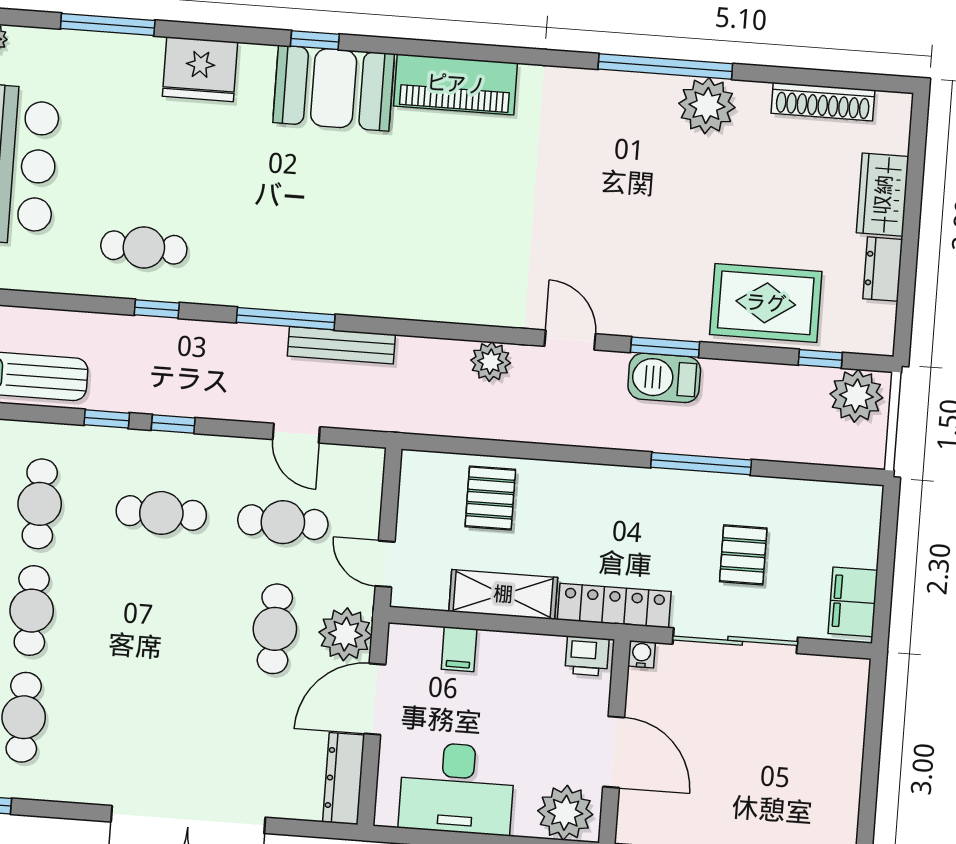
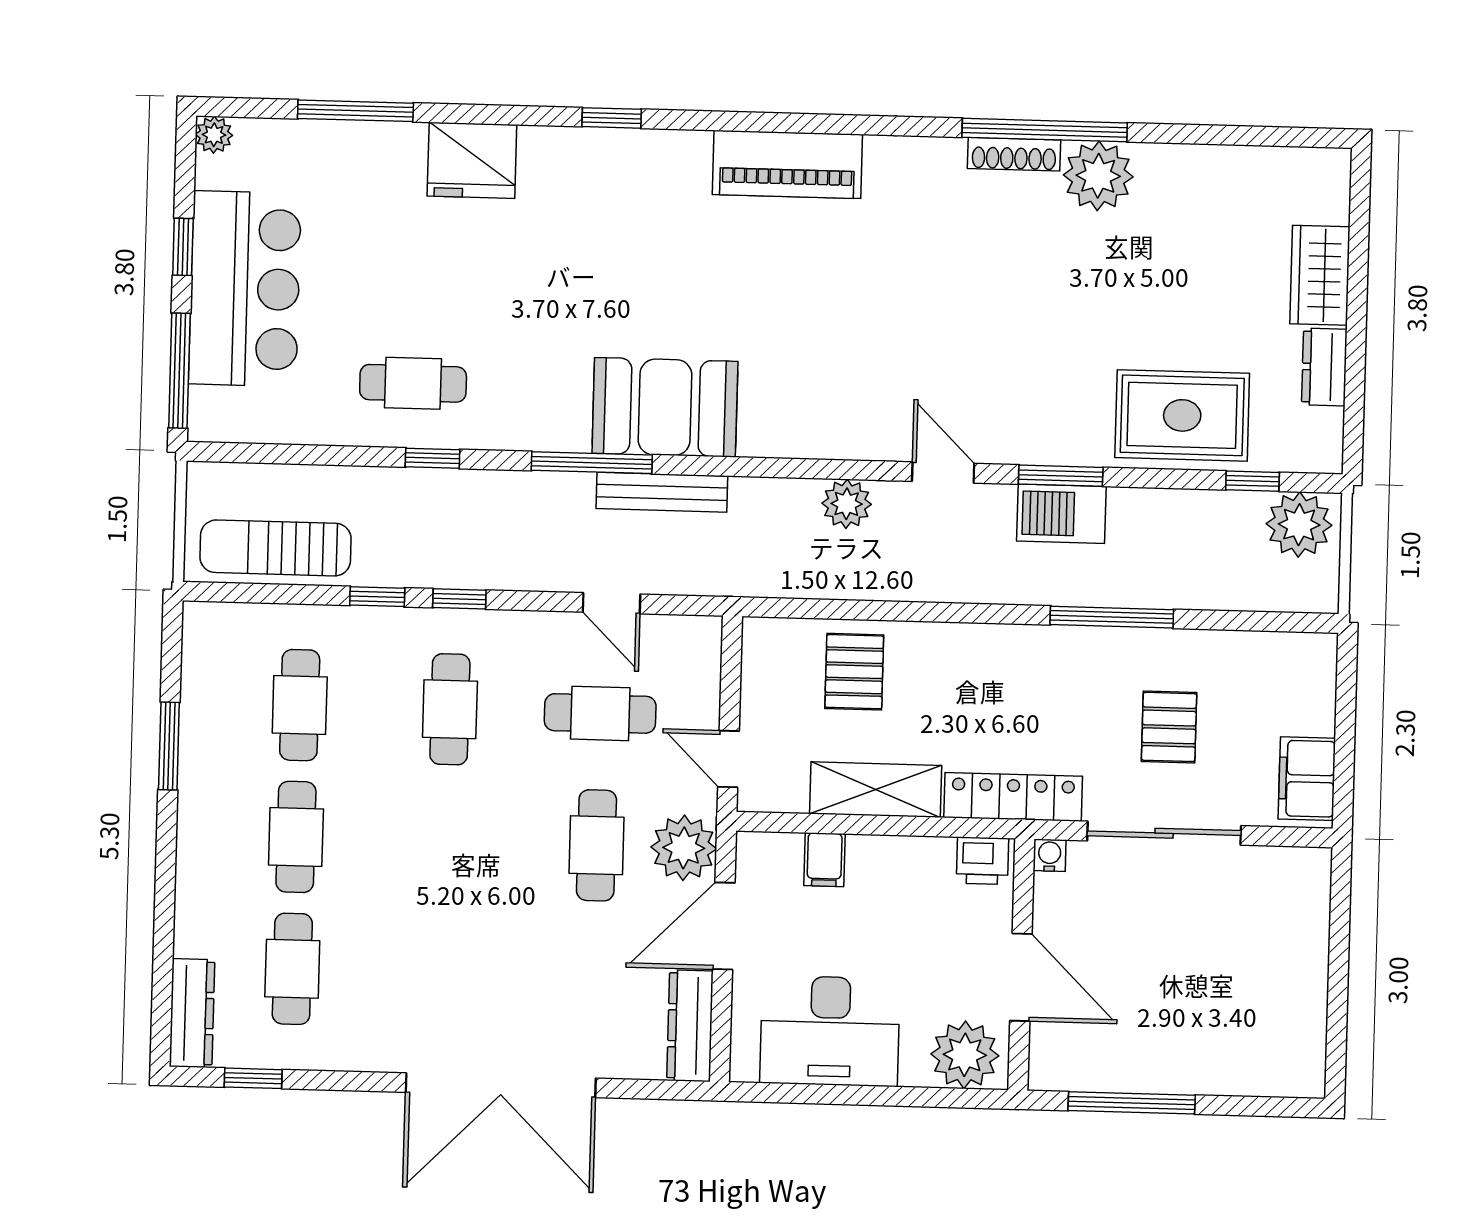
booth: (334, 88) -> (665, 407), moved
shoe rack: (823, 102) -> (1014, 154), moved, width x0.74, depth x0.81
cafe table: (161, 513) -> (450, 709), turned 90

